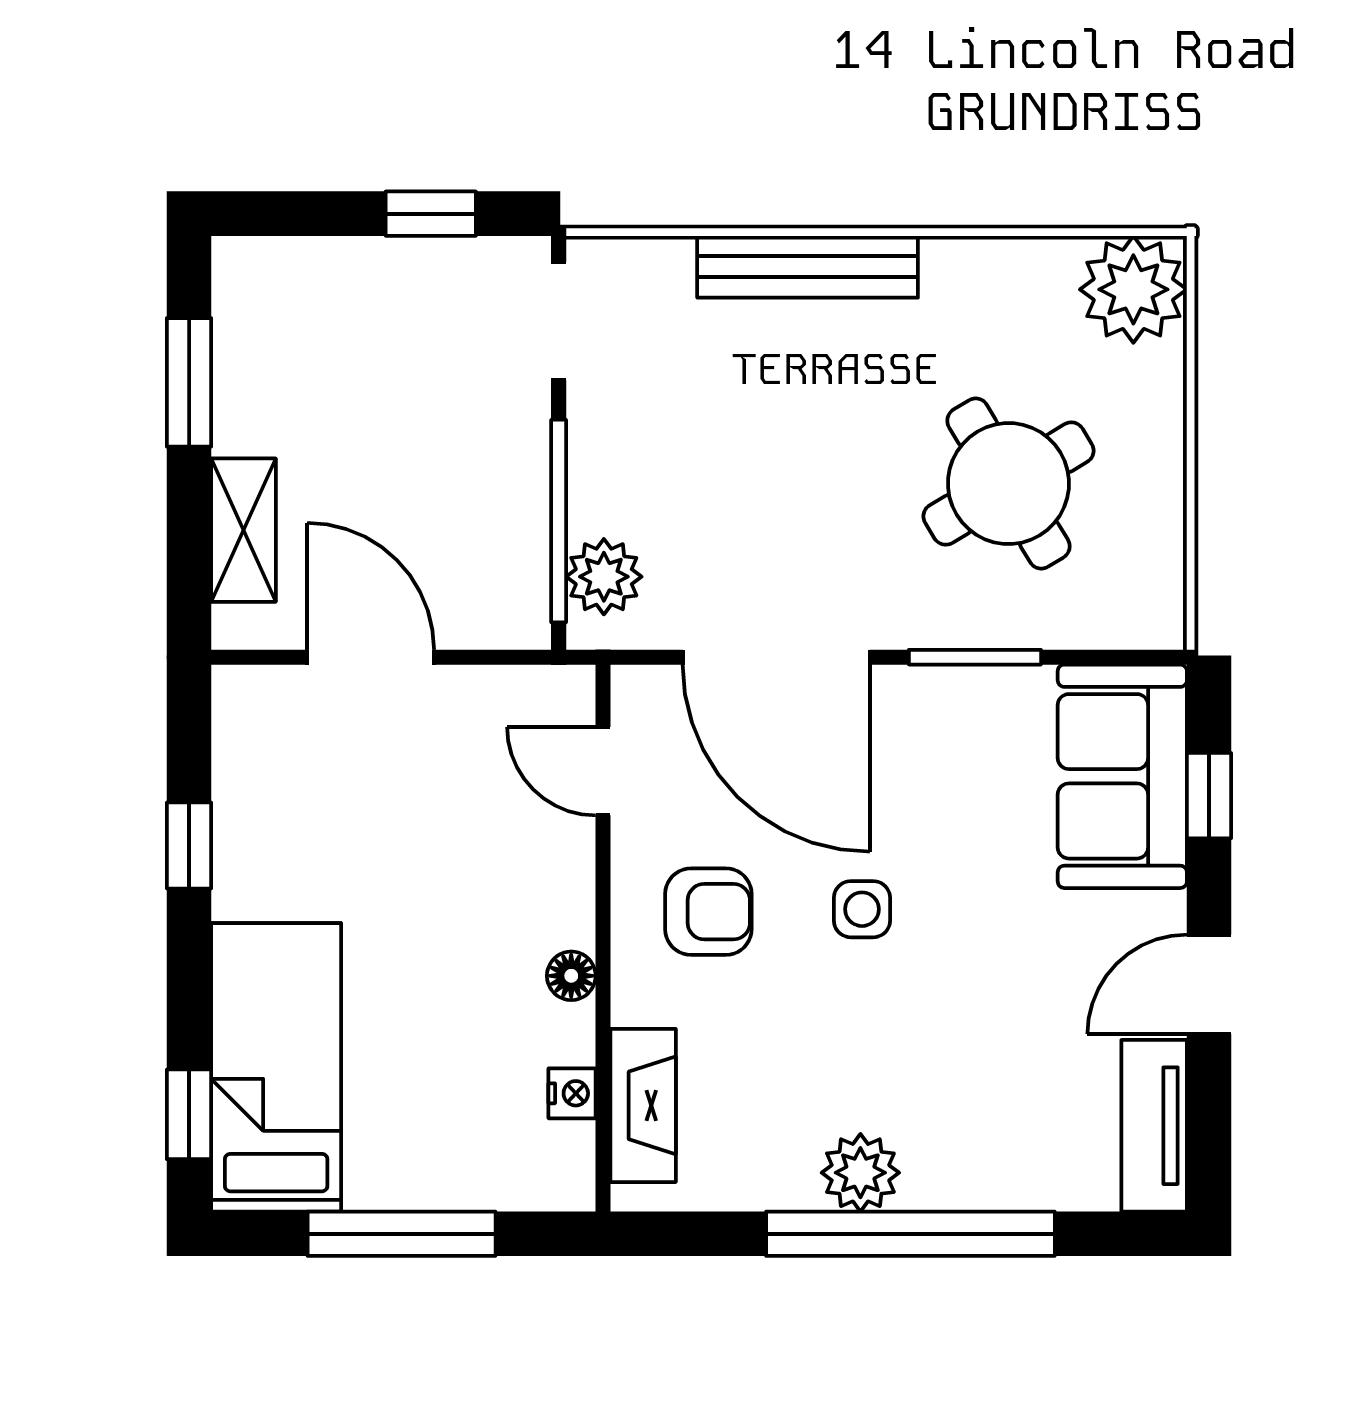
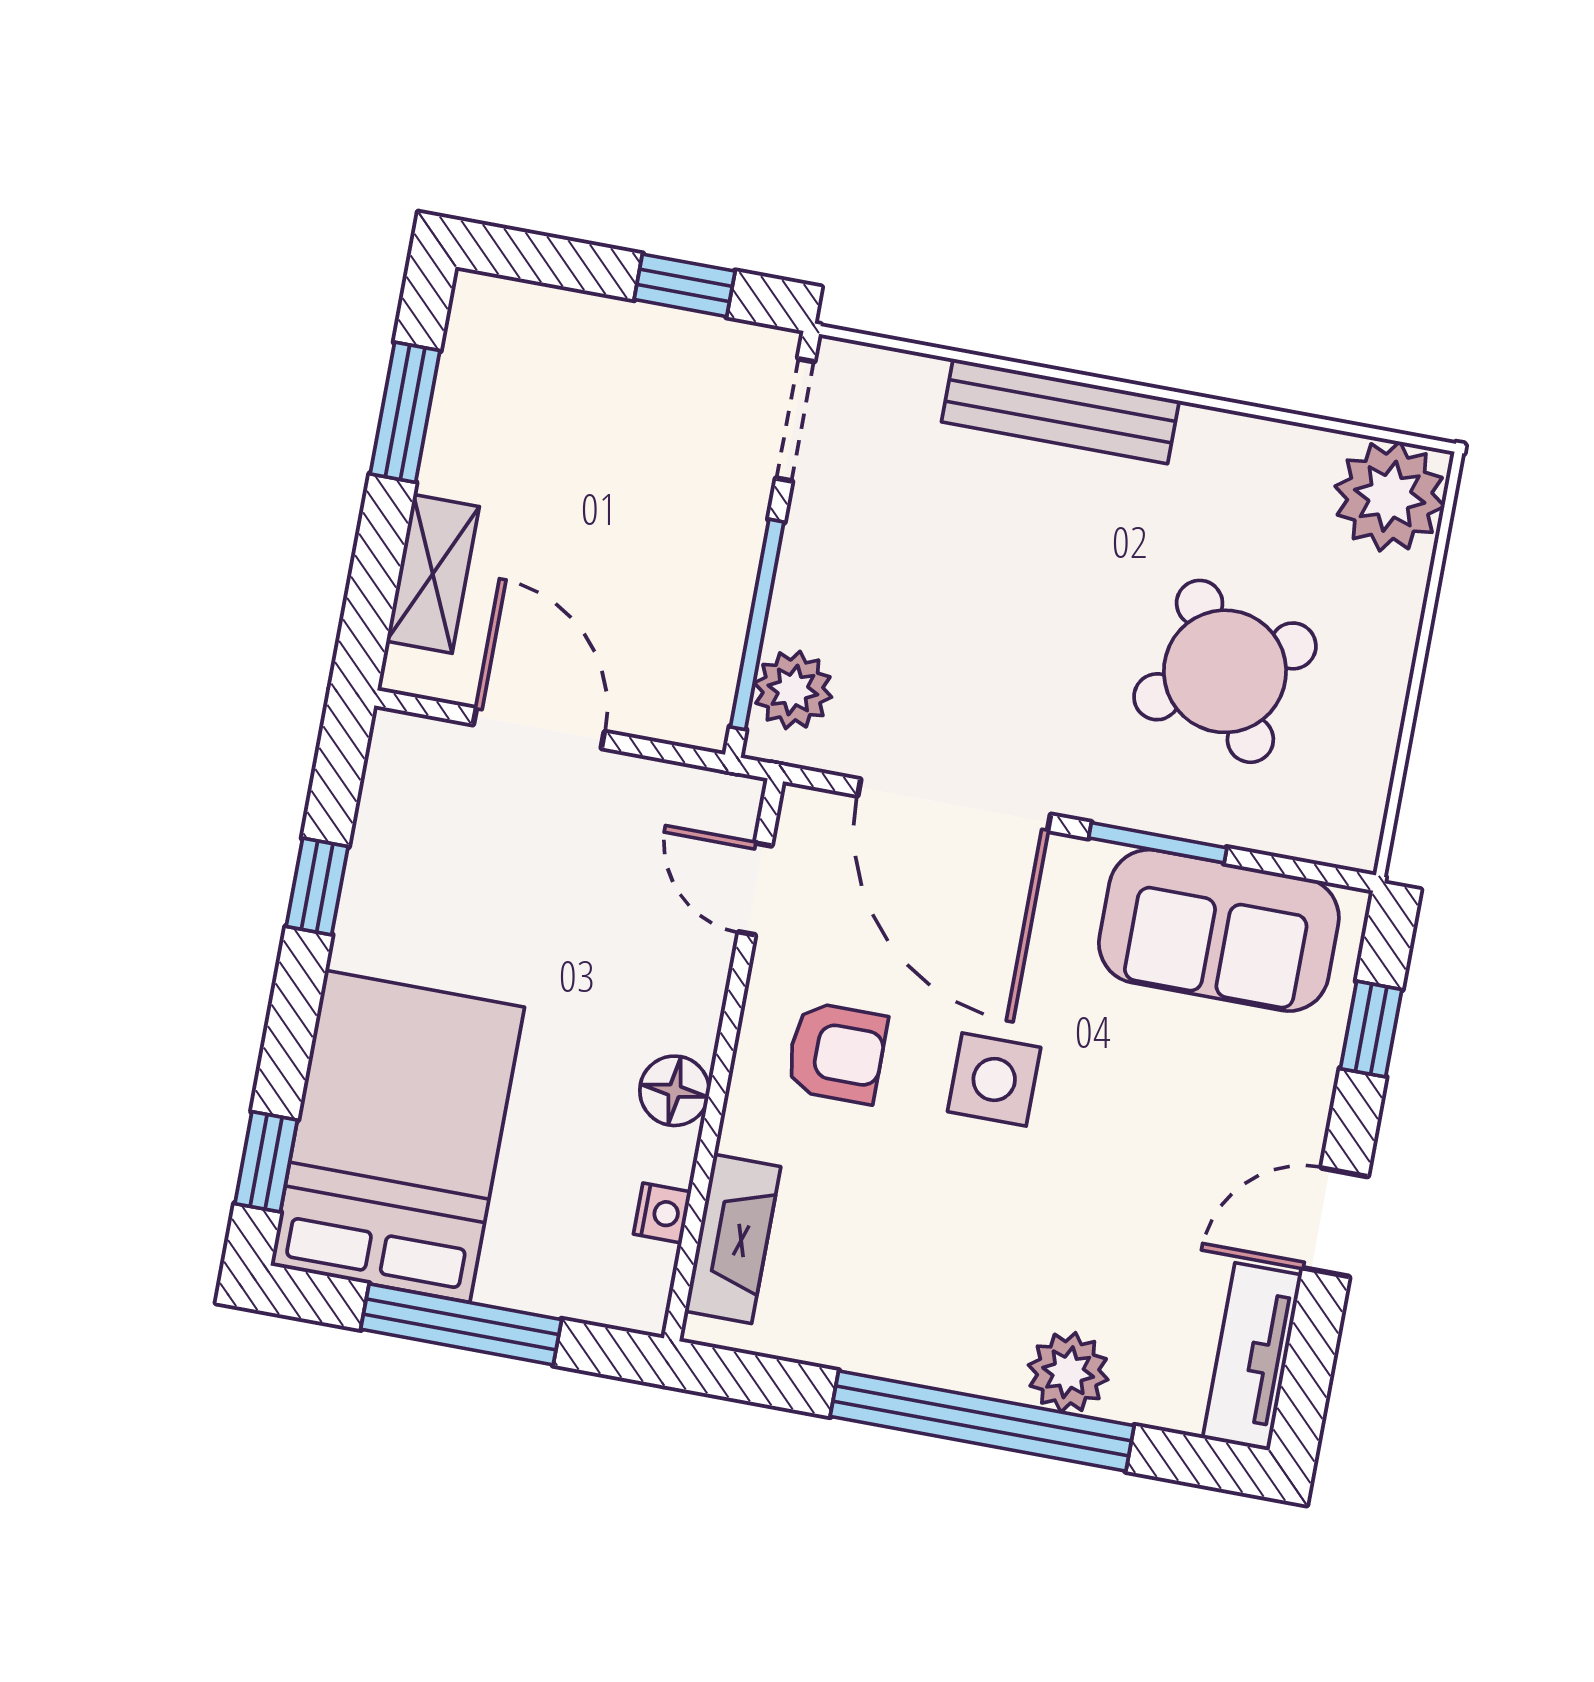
sofa: (1122, 776) -> (1219, 930), moved, turned -90
side table: (862, 909) -> (994, 1079), width x1.37, depth x1.37
floor lamp: (571, 976) -> (675, 1091), width x1.37, depth x1.37
bed: (276, 1067) -> (397, 1136), width x1.50
plant: (860, 1173) -> (1068, 1372), moved

